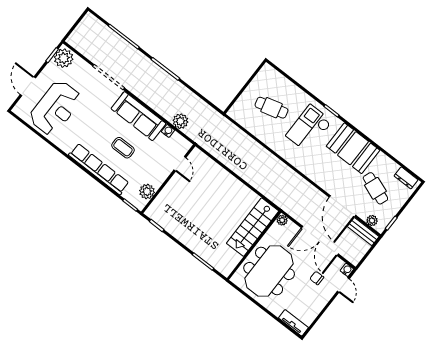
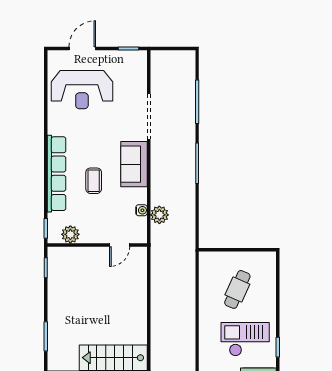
plant: (64, 58) -> (134, 61), removed
cafe table: (272, 108) -> (237, 289), turned 39
sofa: (138, 116) -> (134, 164), width x0.73

